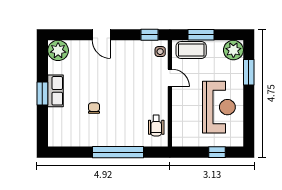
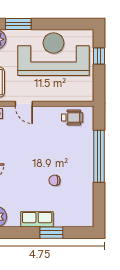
door: (170, 78) -> (24, 104), swing flipped
window: (42, 94) -> (51, 233), moved
reception desk: (219, 107) -> (53, 54), width x1.36, depth x1.30

